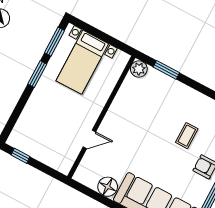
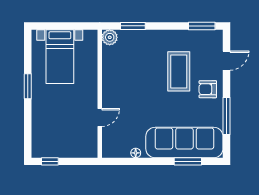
window: (54, 42) -> (28, 52), removed
coffee table: (187, 136) -> (179, 71), width x1.86, depth x1.72
floor lamp: (108, 187) -> (136, 153), width x0.53, depth x0.53

